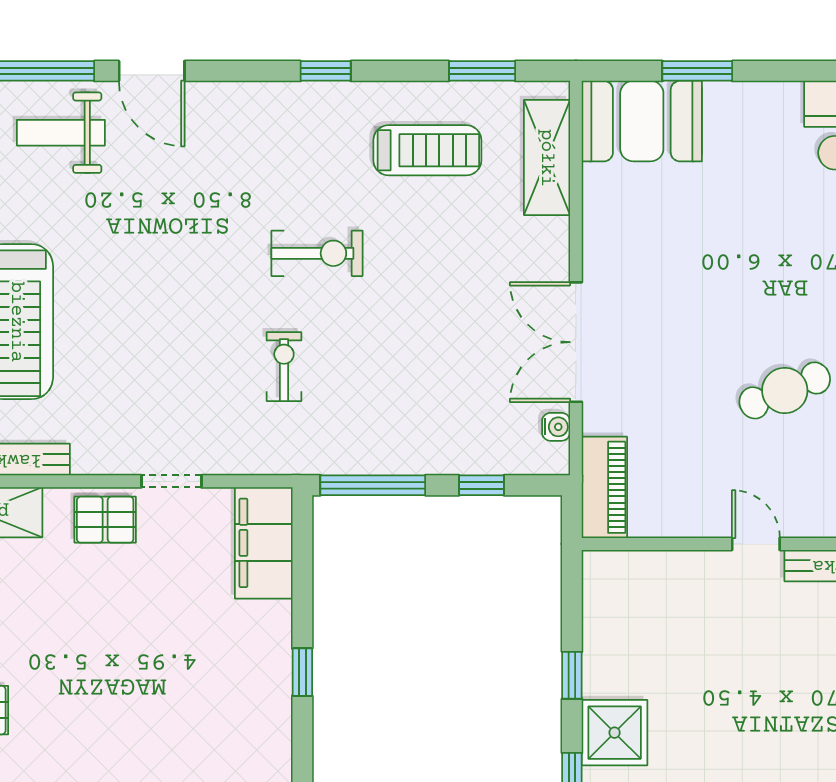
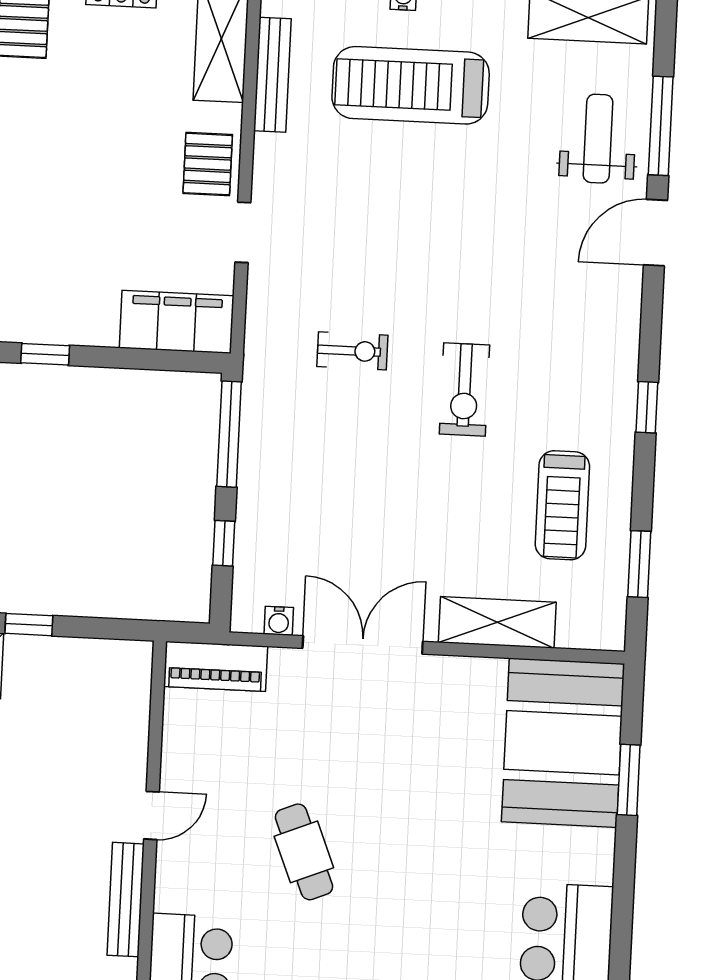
booth: (642, 121) -> (563, 743), width x1.36, depth x1.42
shelving: (547, 158) -> (497, 622), moved

